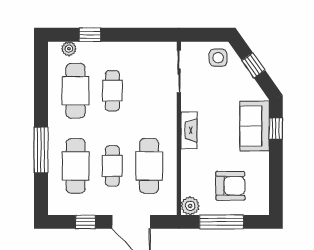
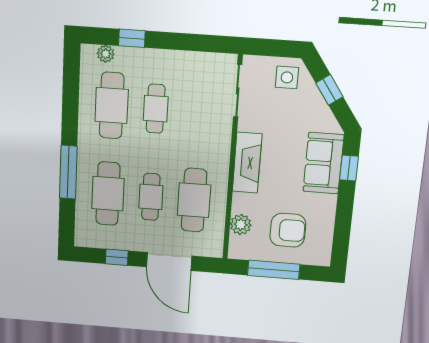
fireplace: (189, 130) -> (247, 163), width x1.37, depth x1.32
plant: (190, 206) -> (241, 225), moved

